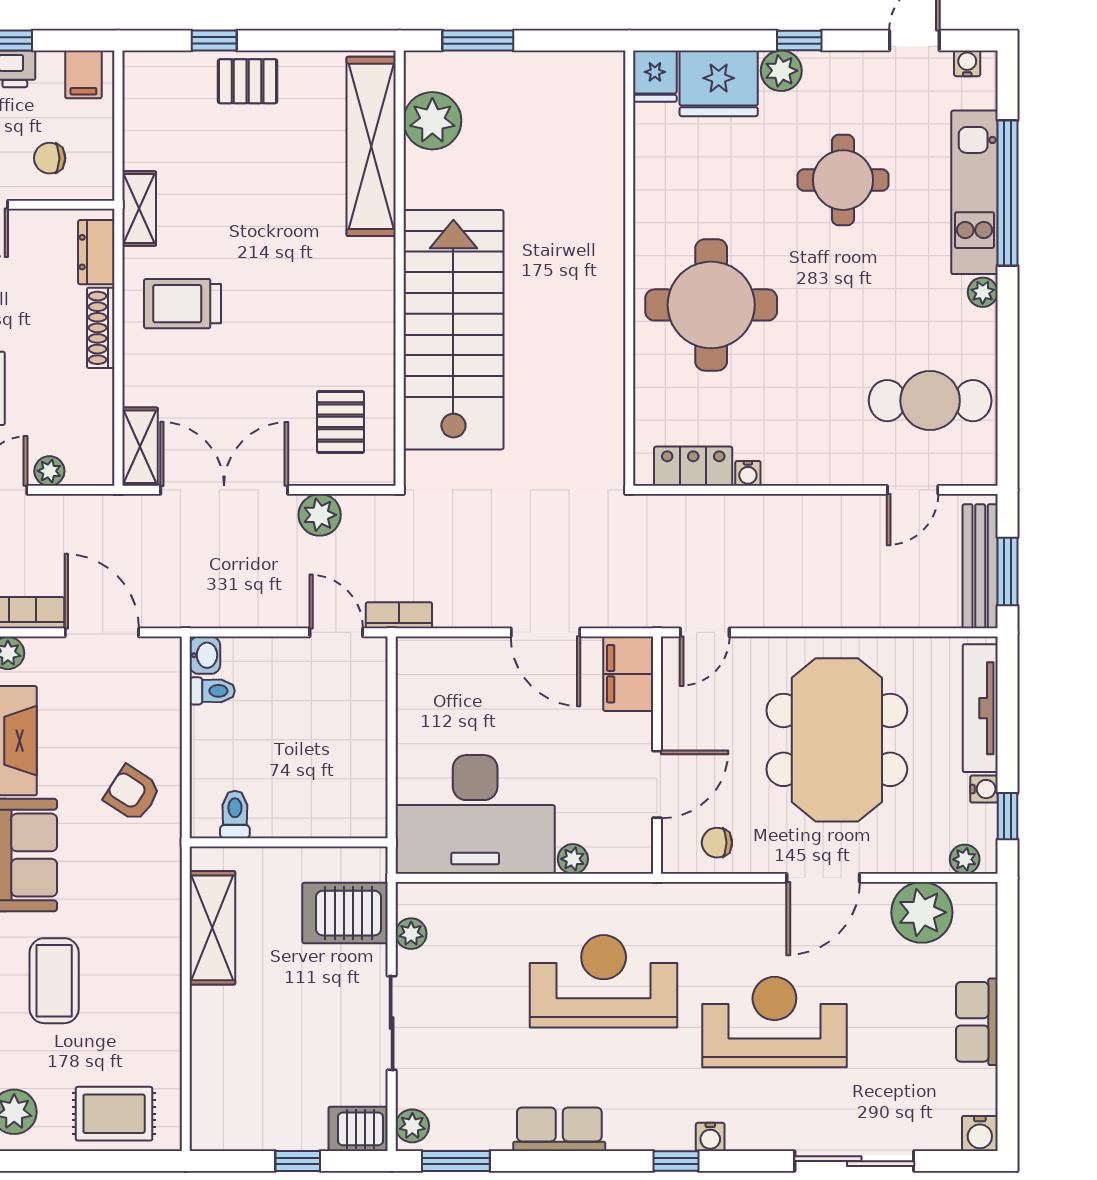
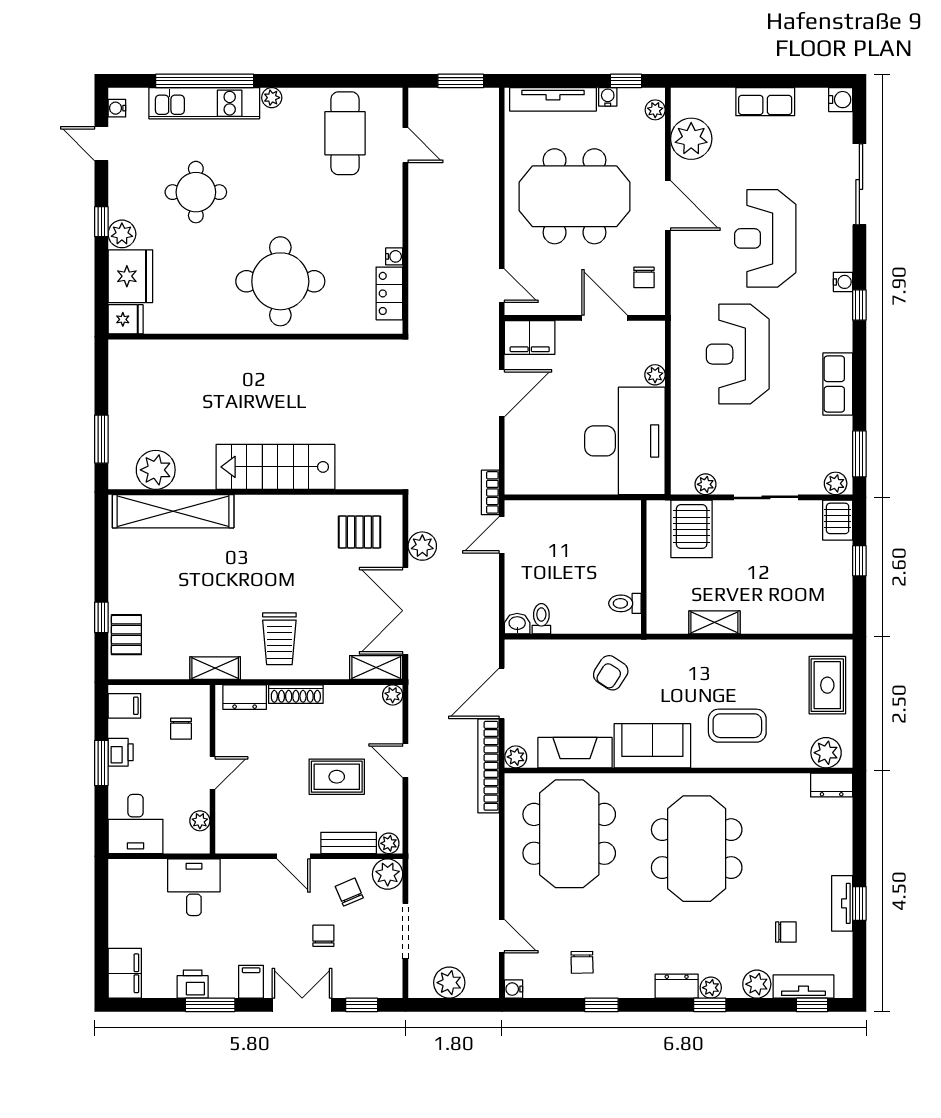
pallet: (248, 81) -> (126, 635), moved
stairs: (453, 330) -> (275, 467), width x0.73, depth x0.66
plant: (49, 471) -> (393, 695), moved
bench: (980, 566) -> (457, 99), removed
shelving: (212, 928) -> (714, 622), width x0.67, depth x0.75

